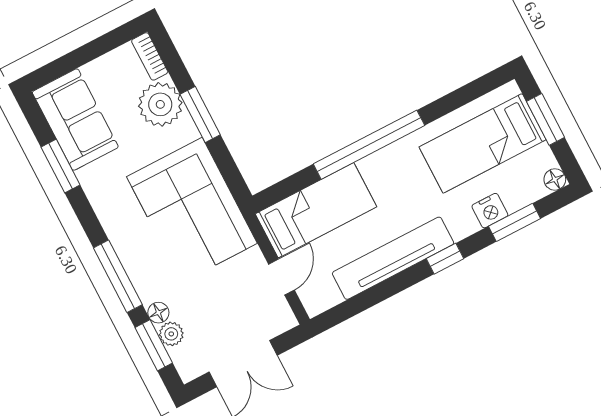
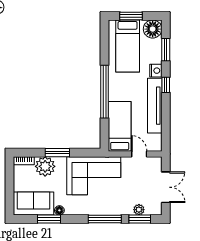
floor lamp: (555, 179) -> (153, 29), width x1.89, depth x1.89
nightstand: (490, 211) -> (156, 71), moved
floor lamp: (158, 313) -> (59, 210), moved

